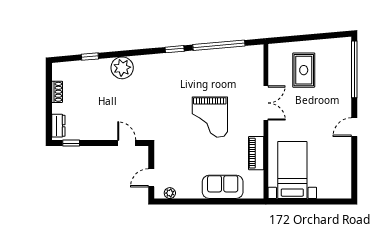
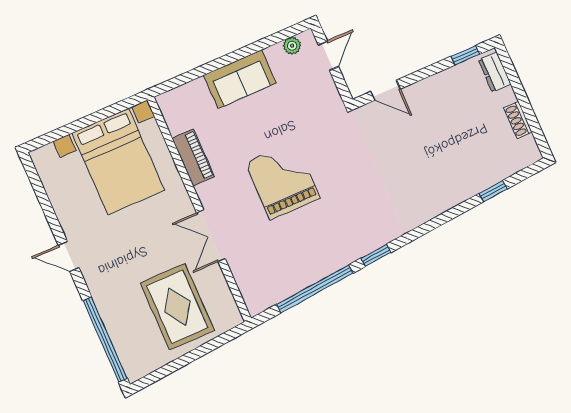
plant: (122, 68) -> (440, 196), removed
rug: (304, 70) -> (177, 307), width x1.36, depth x1.43
door: (354, 127) -> (69, 257), swing flipped
bed with nightstands: (292, 170) -> (118, 162), width x1.36
sofa: (223, 187) -> (240, 79), moved

